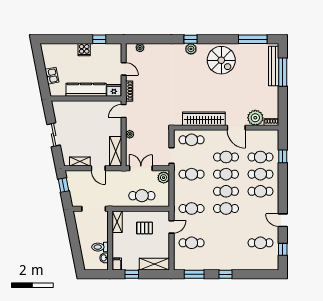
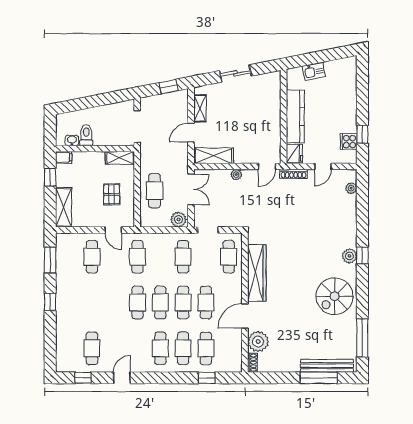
cooker: (84, 50) -> (348, 142), moved
door: (124, 111) -> (267, 166), swing flipped

